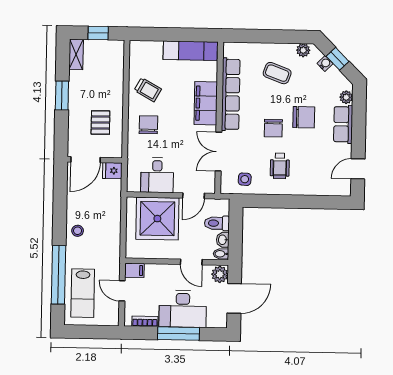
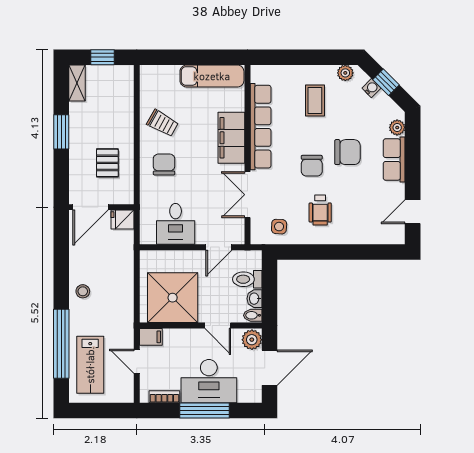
coffee table: (277, 73) -> (315, 101), turned 70
shower: (157, 219) -> (173, 298), moved

